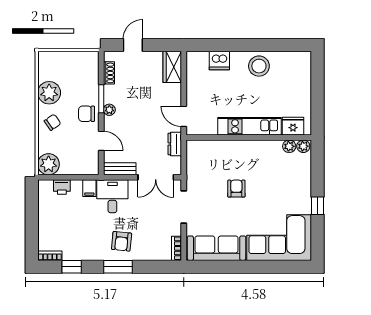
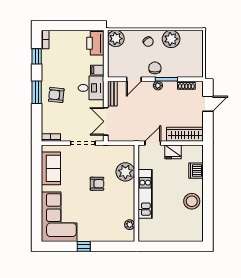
door: (133, 45) -> (208, 104), hinge flipped
wardrobe: (172, 67) -> (185, 134), width x1.50
fridge: (293, 126) -> (173, 152), moved, turned 90
dresser: (175, 144) -> (131, 136), removed
plant: (303, 146) -> (125, 172), moved, width x1.87, depth x1.87
printer: (62, 187) -> (95, 43), width x1.87, depth x1.48
sofa: (217, 248) -> (51, 168), width x0.73

